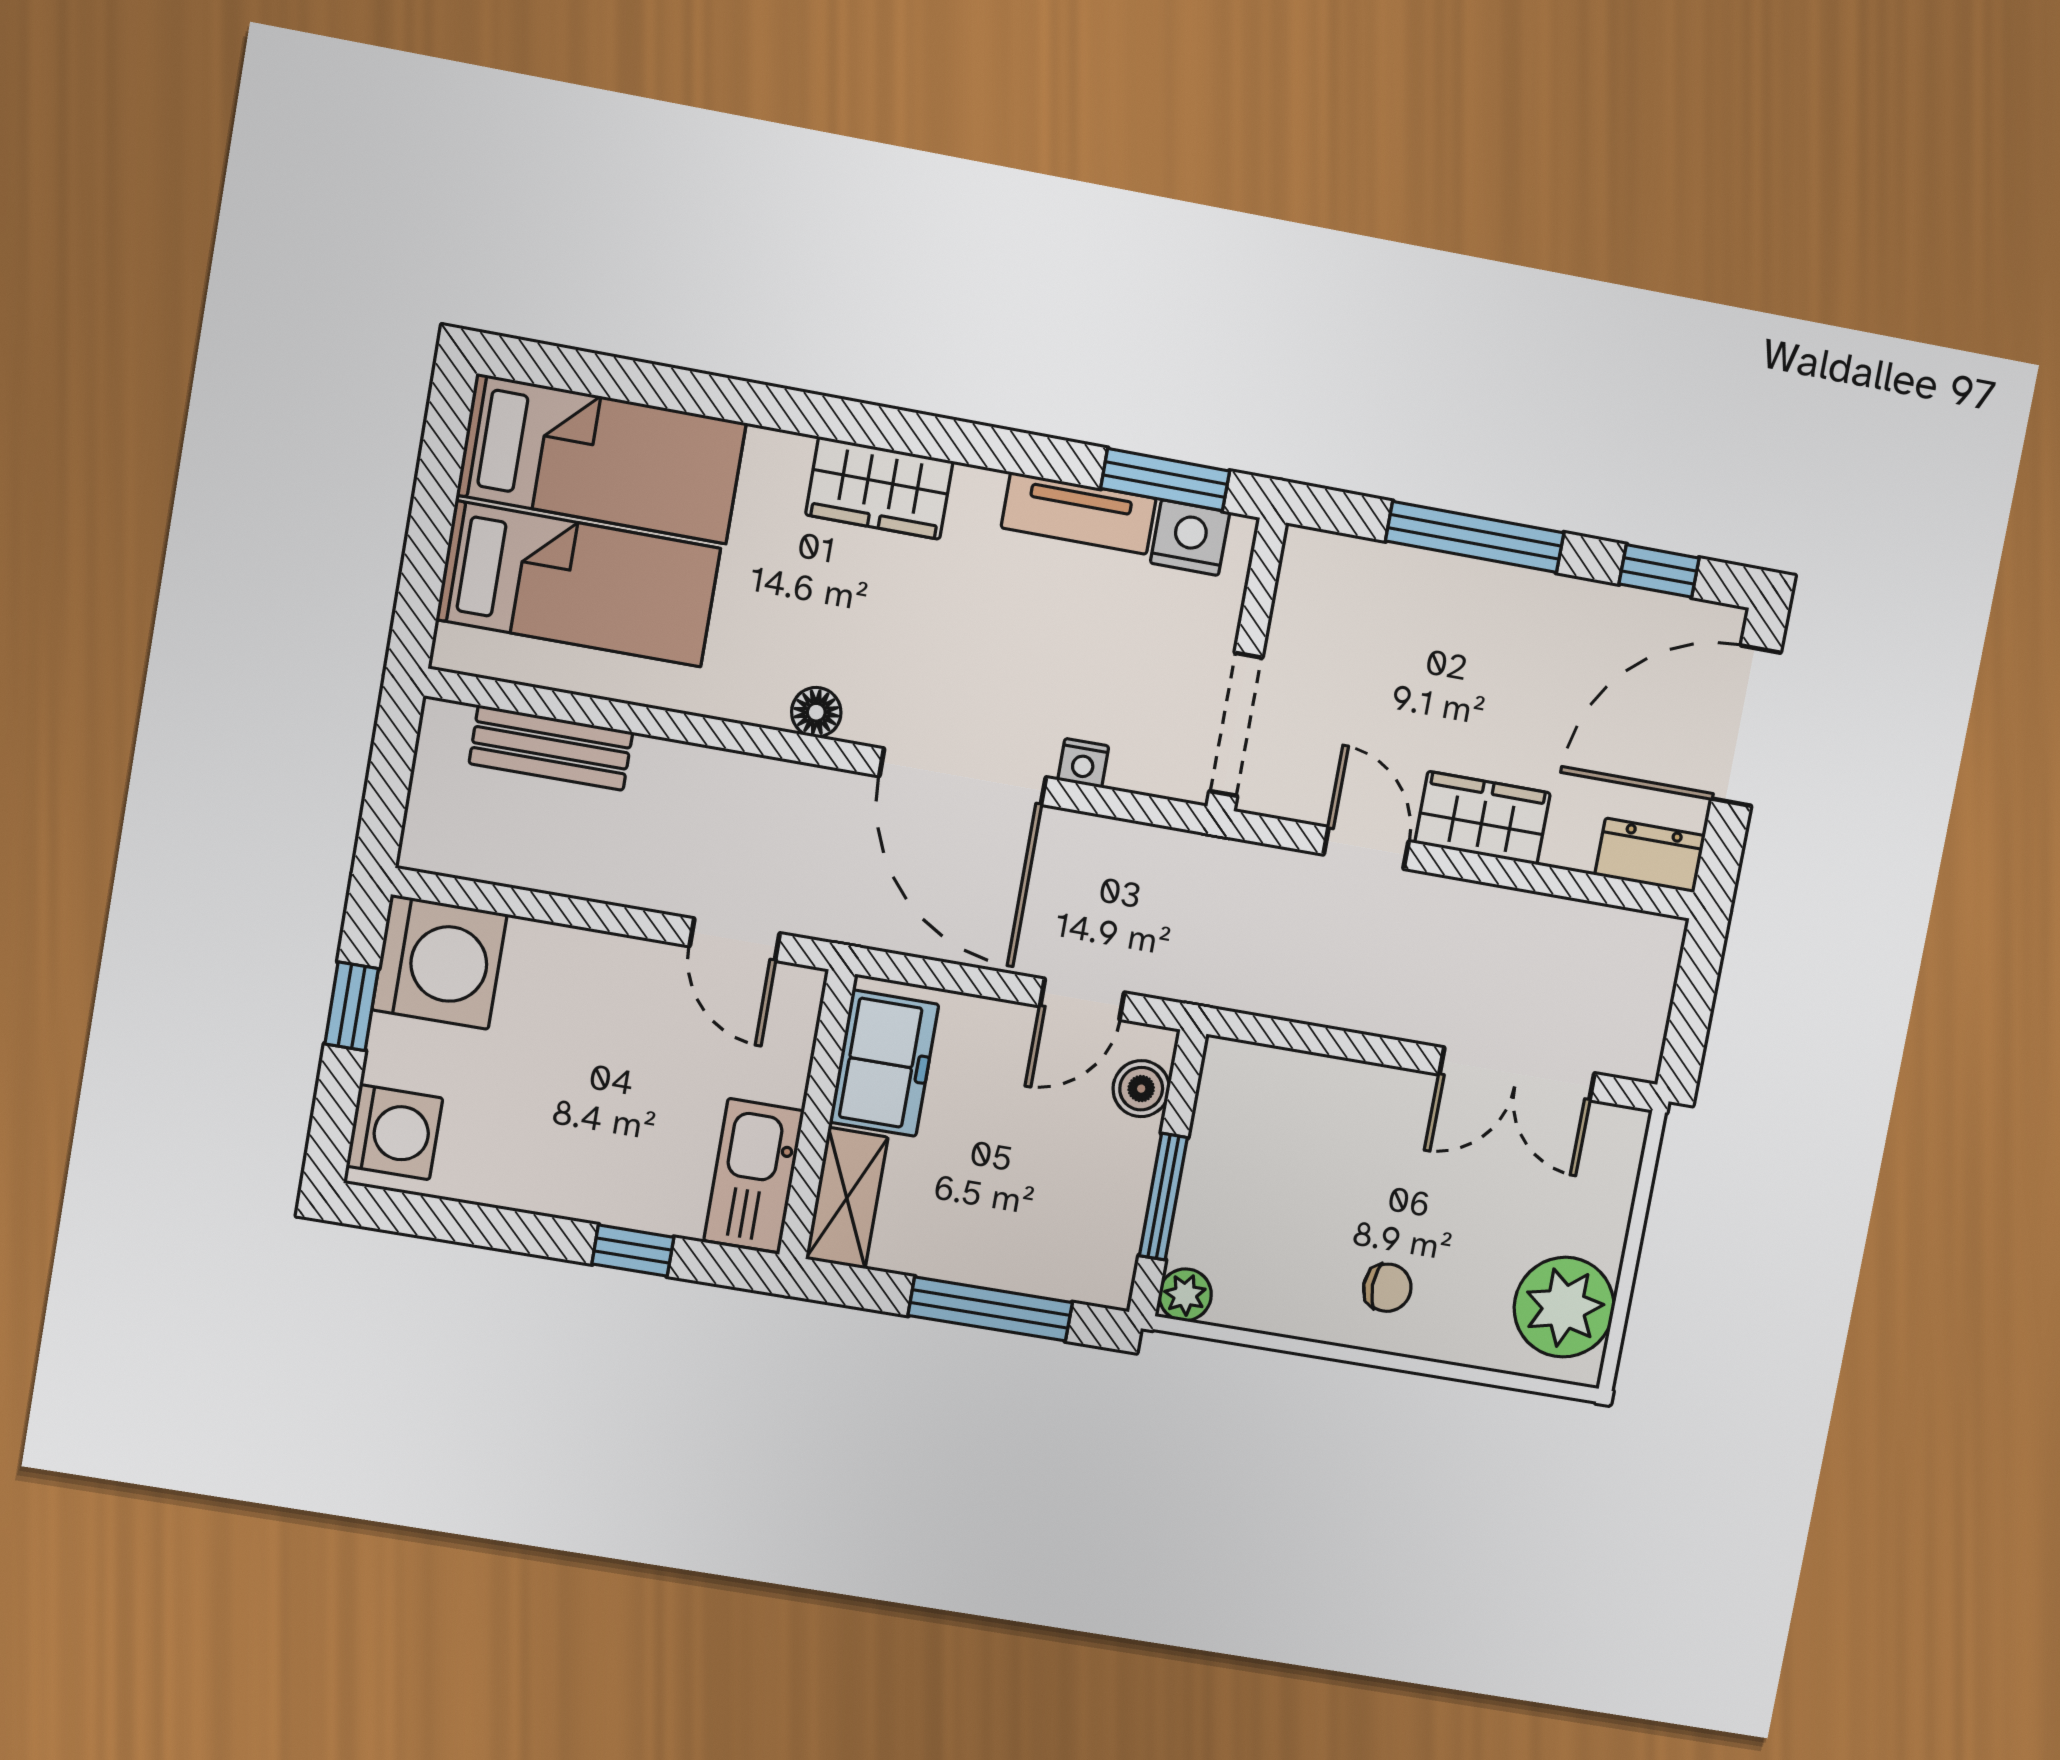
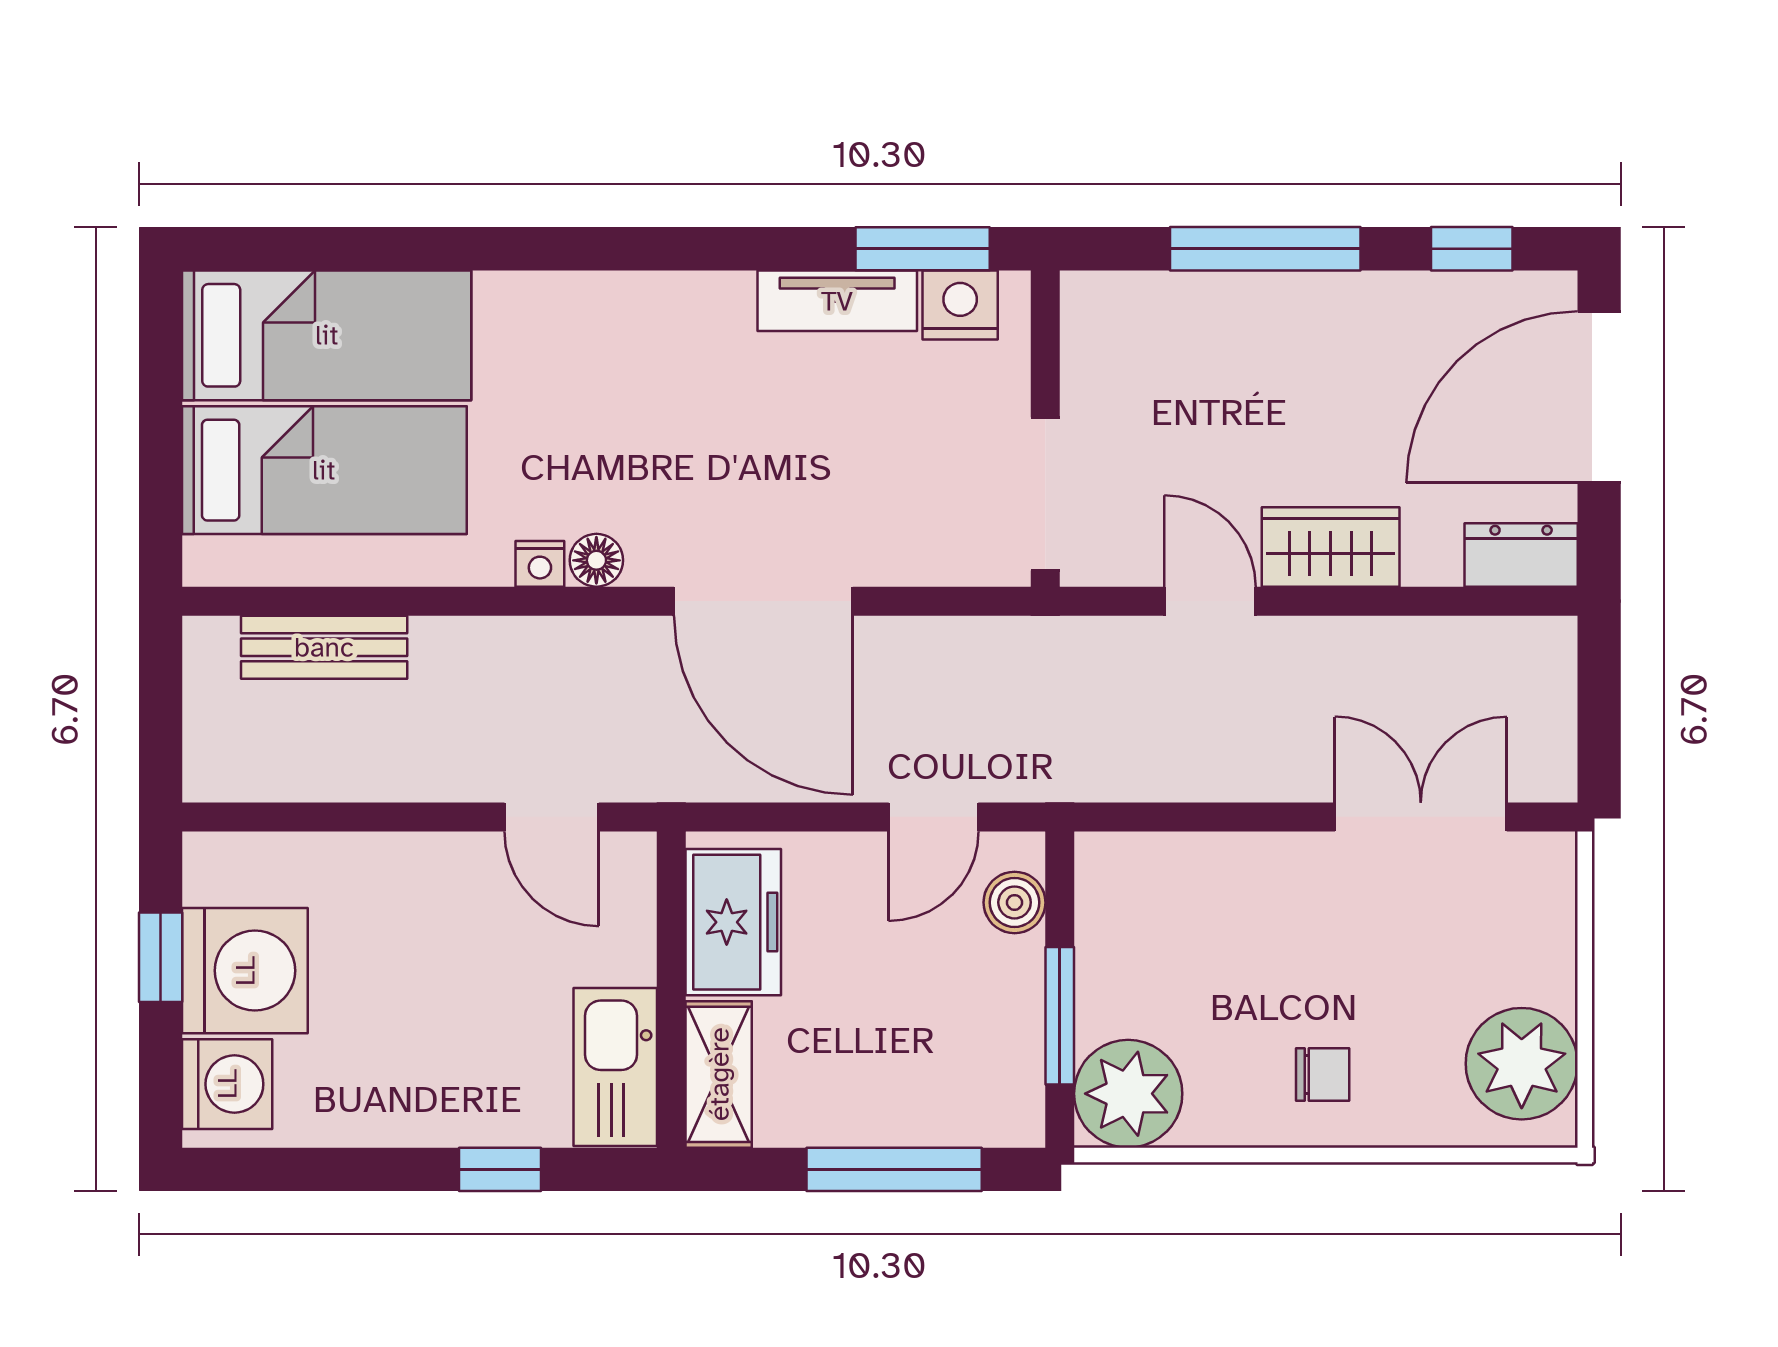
wardrobe: (879, 488) -> (622, 313), removed
nightstand: (1083, 763) -> (540, 564), moved
washing machine: (439, 962) -> (245, 971), moved
double door: (1517, 1074) -> (1421, 817), swing flipped
plant: (1185, 1295) -> (1128, 1094), width x1.88, depth x1.88

